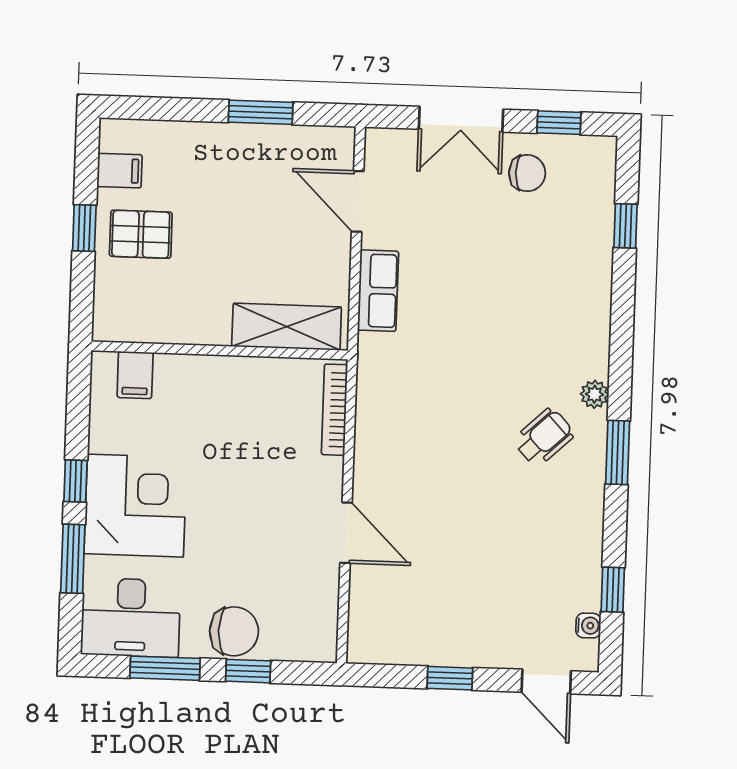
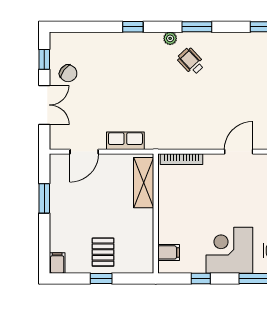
filing cabinet: (120, 171) -> (57, 263), moved
chair: (527, 173) -> (68, 73), turned 127
window: (626, 226) -> (133, 27), moved
window: (76, 481) -> (201, 278), moved

